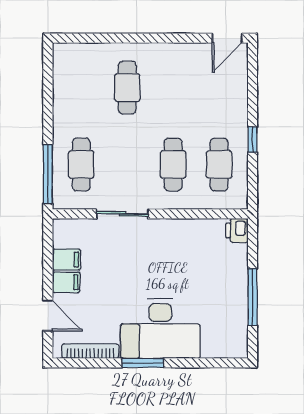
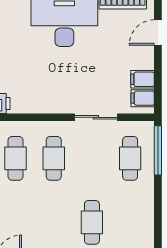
filing cabinet: (66, 282) -> (143, 98), moved
door: (48, 316) -> (158, 32), hinge flipped

